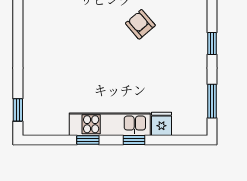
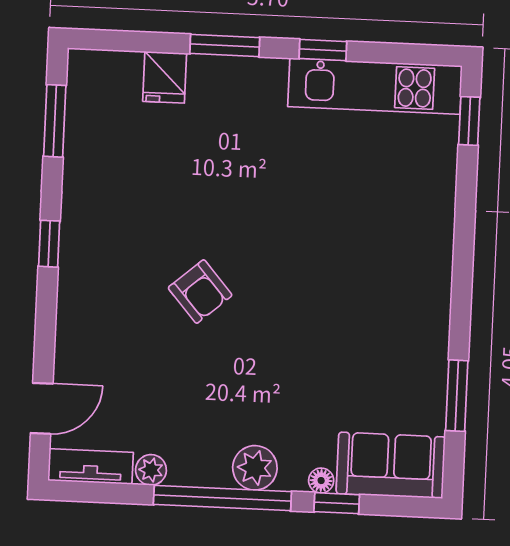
kitchen unit: (110, 124) -> (375, 86), moved
window: (134, 140) -> (225, 46), width x1.50

